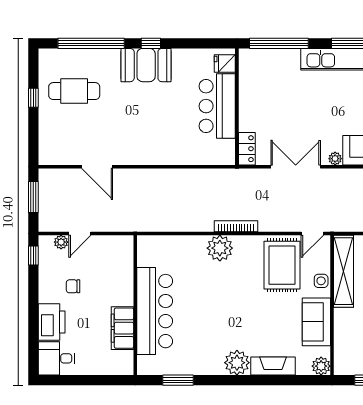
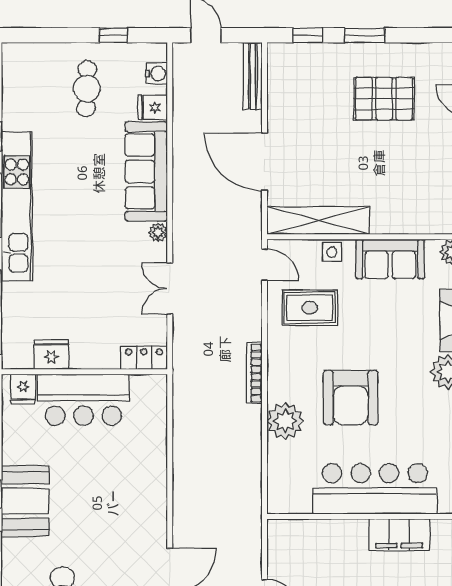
fridge: (249, 83) -> (51, 355), added
double door: (296, 167) -> (170, 288), width x0.73
plant: (220, 248) -> (285, 421), moved
rug: (282, 265) -> (310, 308), width x0.73, depth x0.70
armchair: (219, 294) -> (351, 398), added

